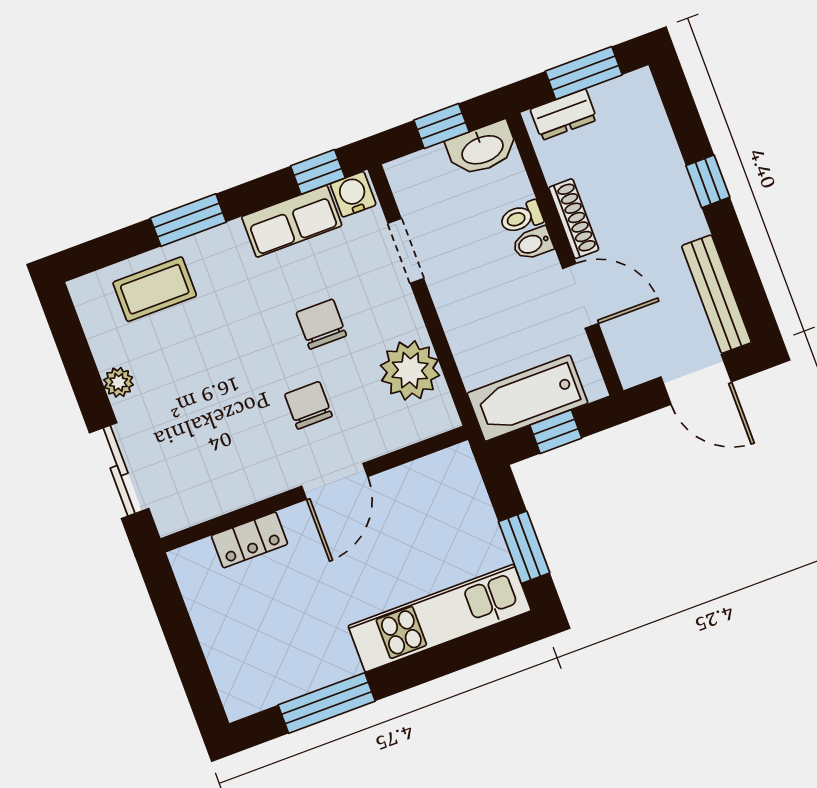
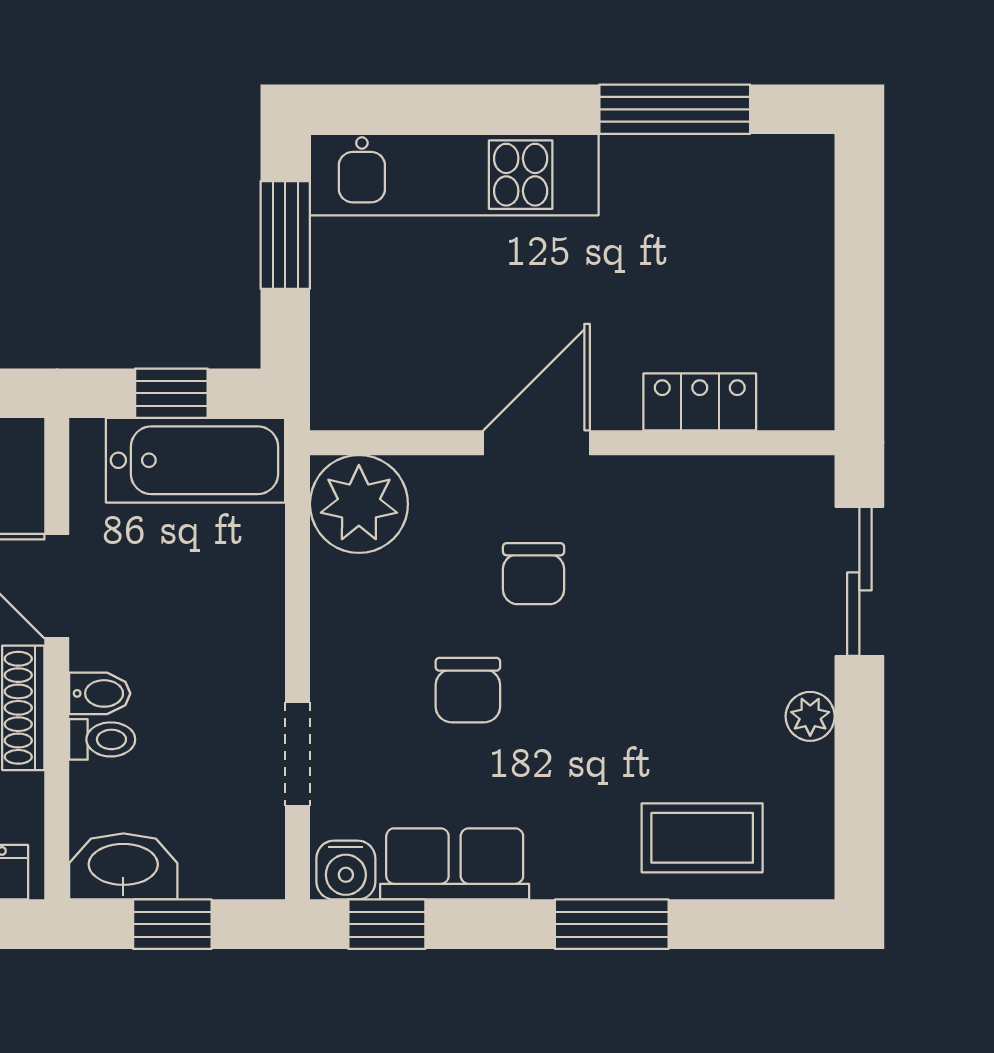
plant: (410, 370) -> (359, 504), moved

